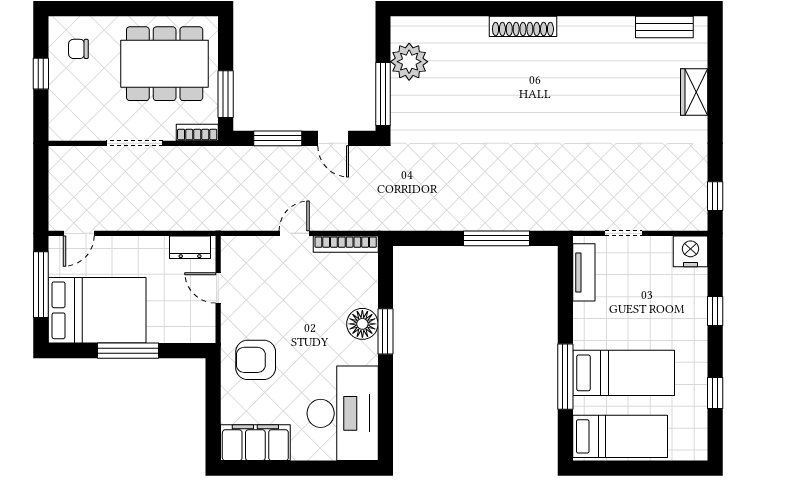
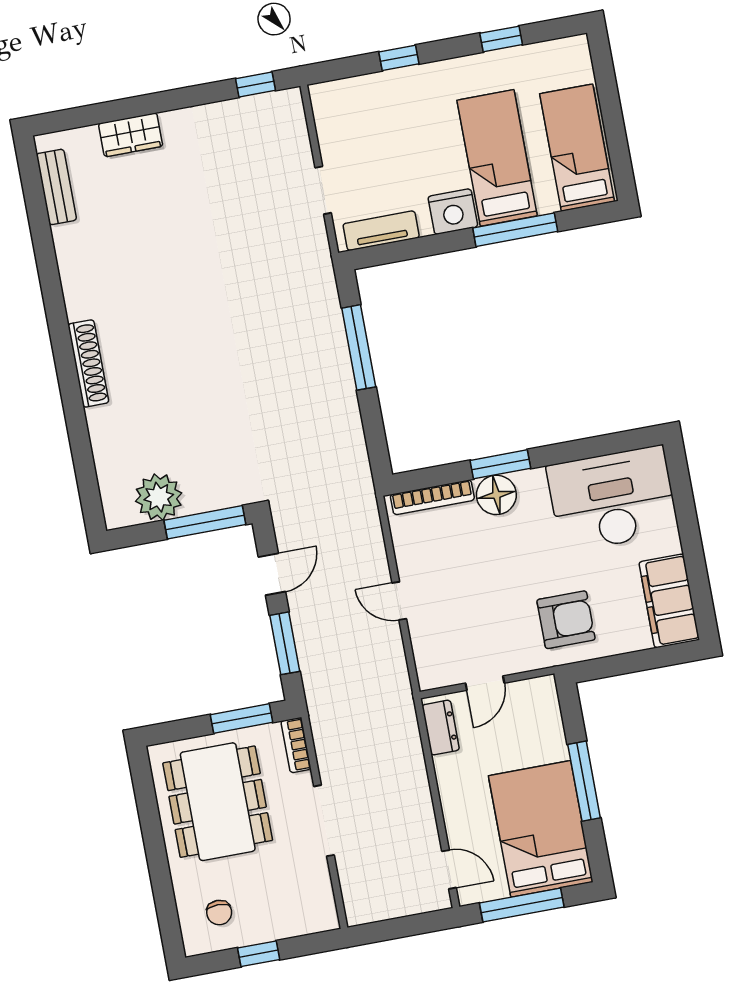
bookcase: (346, 244) -> (432, 497), moved, turned 90
nightstand: (691, 251) -> (453, 212), moved, turned -90
armchair: (256, 360) -> (566, 620), turned -90

